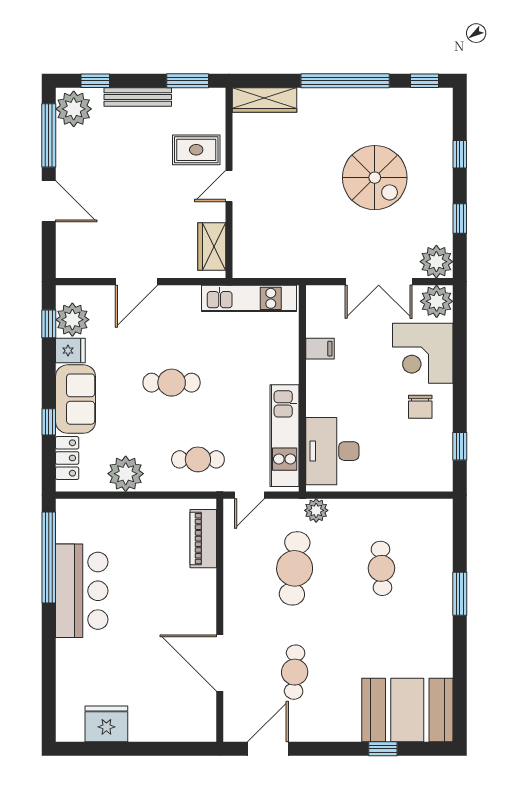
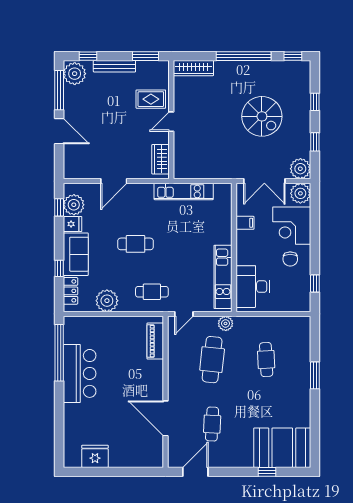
filing cabinet: (320, 349) -> (245, 223), moved
wall: (302, 388) -> (234, 248), moved
kitchen unit: (285, 436) -> (223, 277), moved
desk: (332, 451) -> (253, 287), moved

